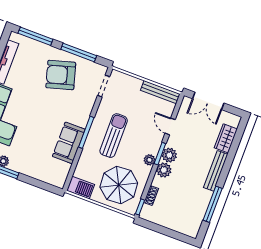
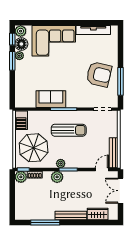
window: (35, 36) -> (121, 45), removed
armchair: (61, 75) -> (99, 74), turned 119
door: (170, 126) -> (102, 169), moved
plant: (169, 155) -> (21, 177), moved

